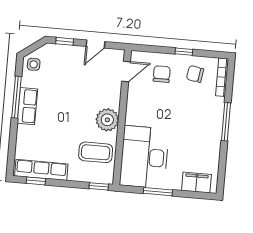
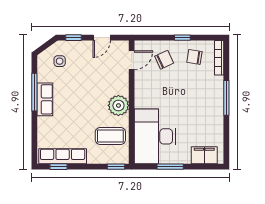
side table: (34, 64) -> (60, 61), moved
chair: (162, 74) -> (164, 60), turned 65

